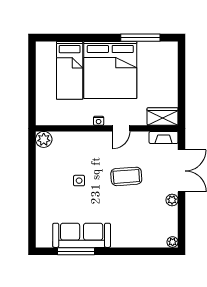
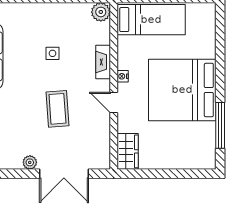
bed: (70, 70) -> (151, 20), moved, turned 180
fireplace: (164, 137) -> (103, 62), moved

